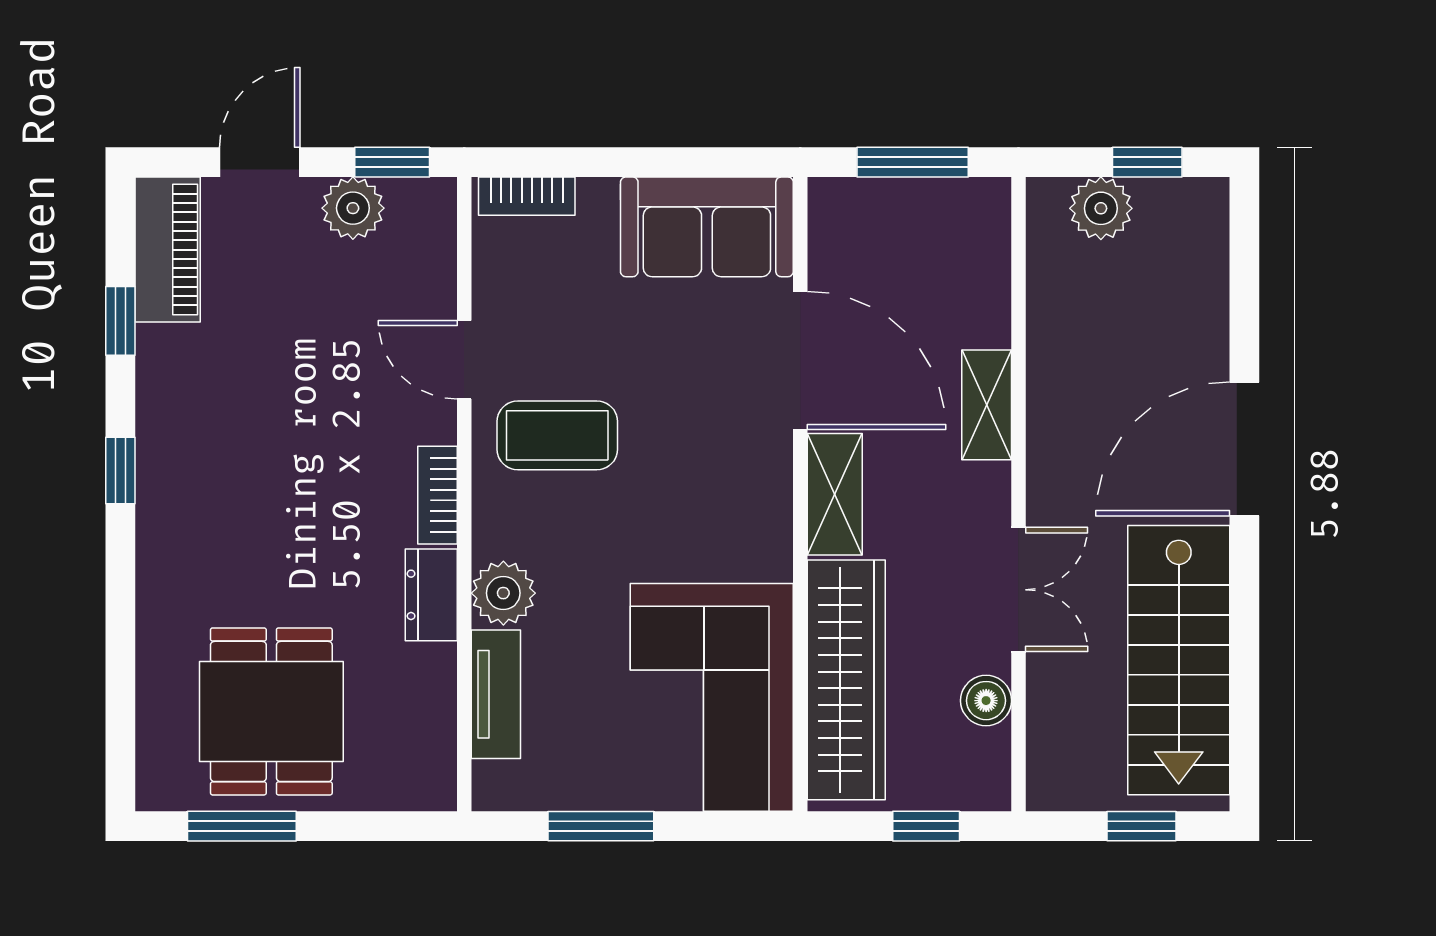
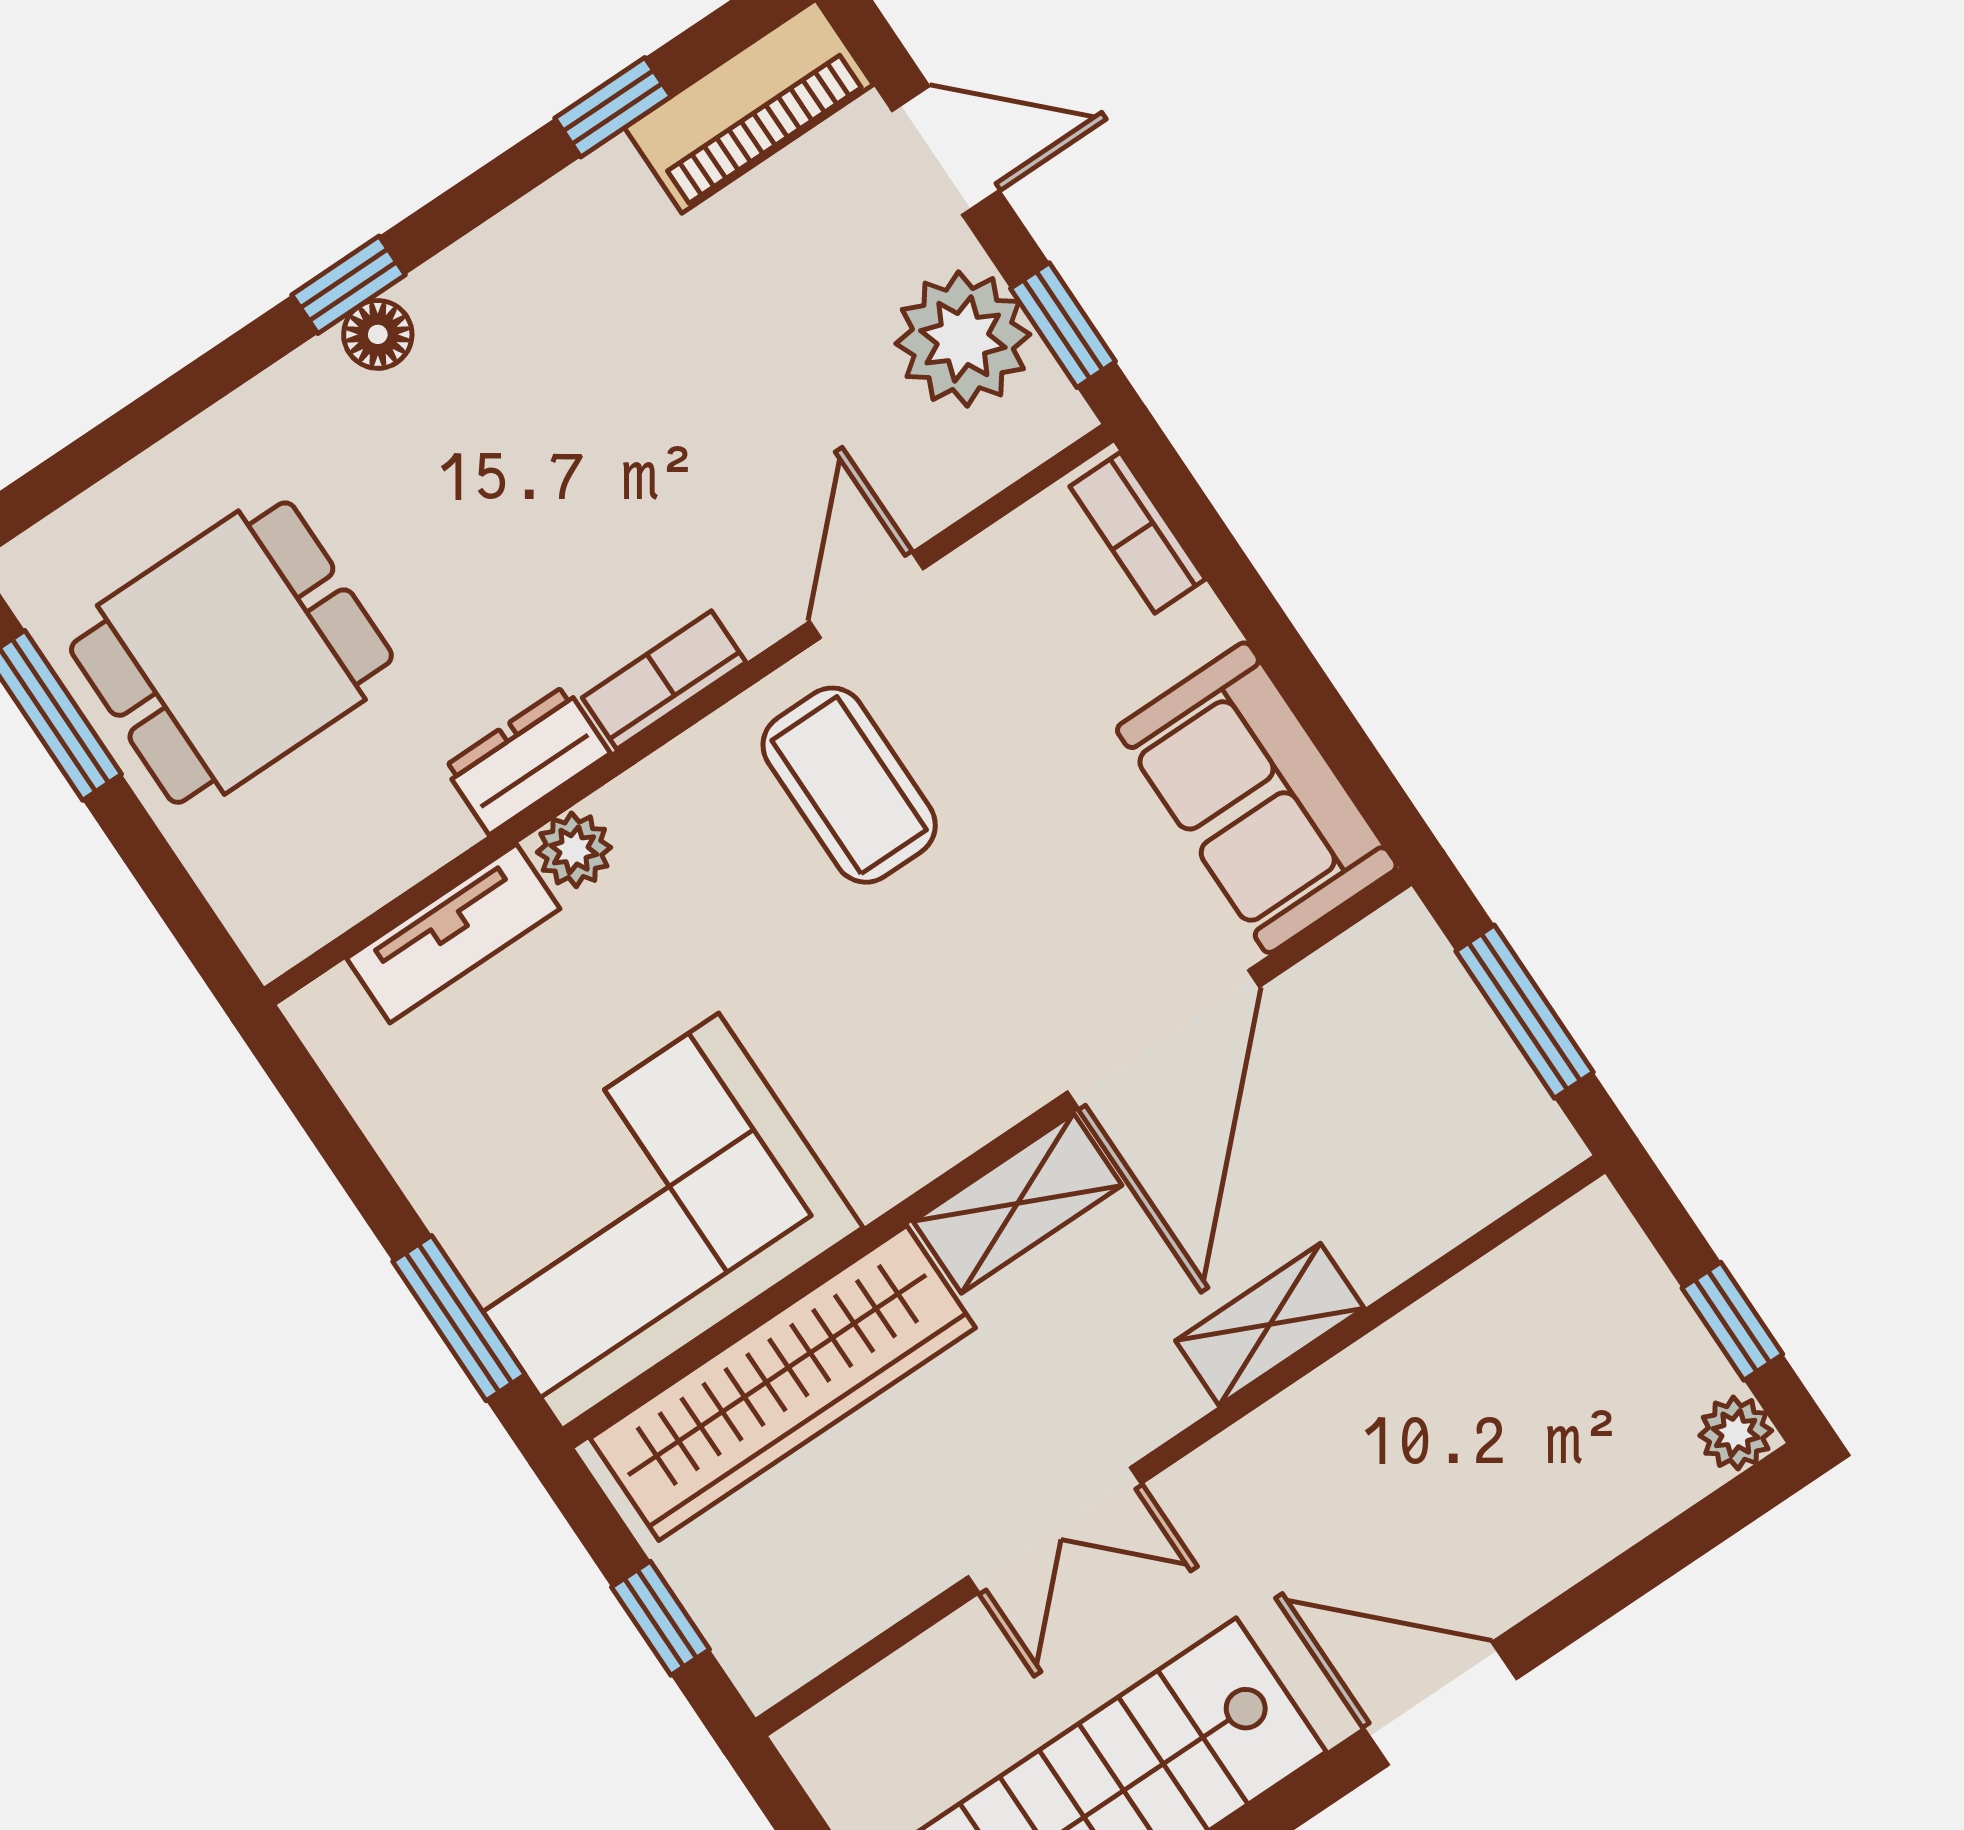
plant: (353, 208) -> (963, 339), width x1.36, depth x1.36
plant: (1101, 208) -> (1736, 1433), moved, width x0.73, depth x0.73
door: (1244, 449) -> (1440, 1703), width x0.73
window: (120, 470) -> (349, 285), moved
floor lamp: (157, 523) -> (378, 334), added
plant: (503, 593) -> (574, 850), width x0.73, depth x0.73
boiler: (986, 701) -> (879, 1586), removed
window: (601, 826) -> (459, 1318), moved

